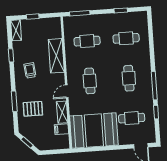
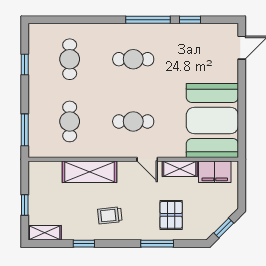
cafe table: (132, 118) -> (197, 59), removed
filing cabinet: (61, 129) -> (215, 172), width x2.00

